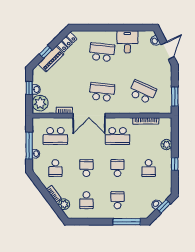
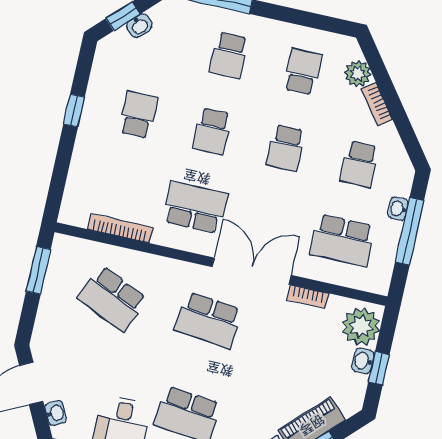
school desk: (55, 136) -> (342, 240), turned 180
plant: (166, 145) -> (83, 161), removed
school desk: (55, 168) -> (359, 164), turned 180

